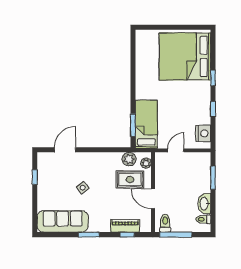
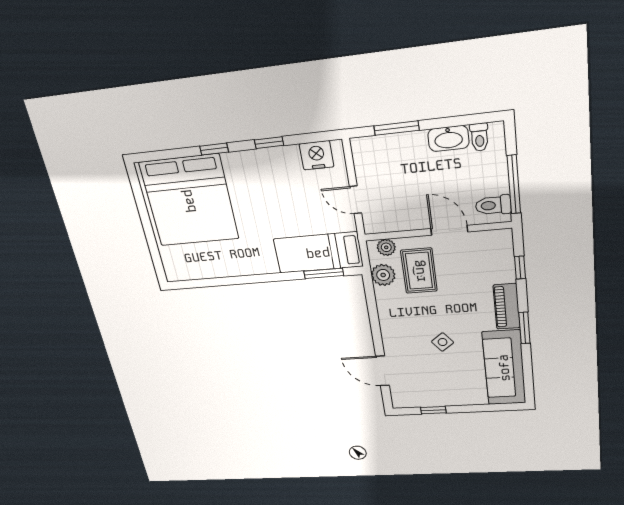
door: (153, 199) -> (449, 230), swing flipped
piano: (125, 226) -> (507, 306), moved

